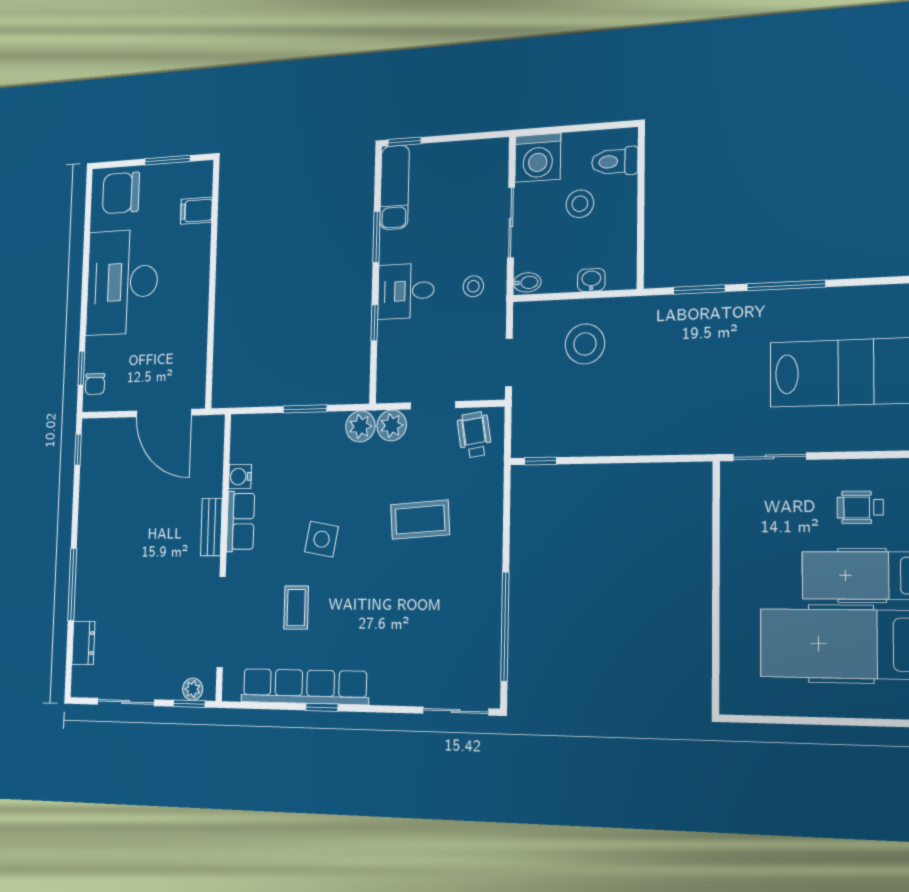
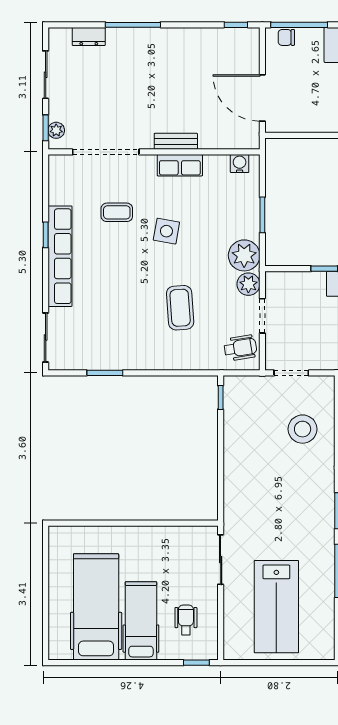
window: (81, 368) -> (299, 25), width x2.17
door: (164, 413) -> (262, 98), hinge flipped
plant: (360, 426) -> (244, 255), width x1.36, depth x1.36
water cooler: (240, 477) -> (240, 164), moved
window: (505, 627) -> (105, 373), width x0.47
row of seats: (305, 687) -> (60, 256), moved

